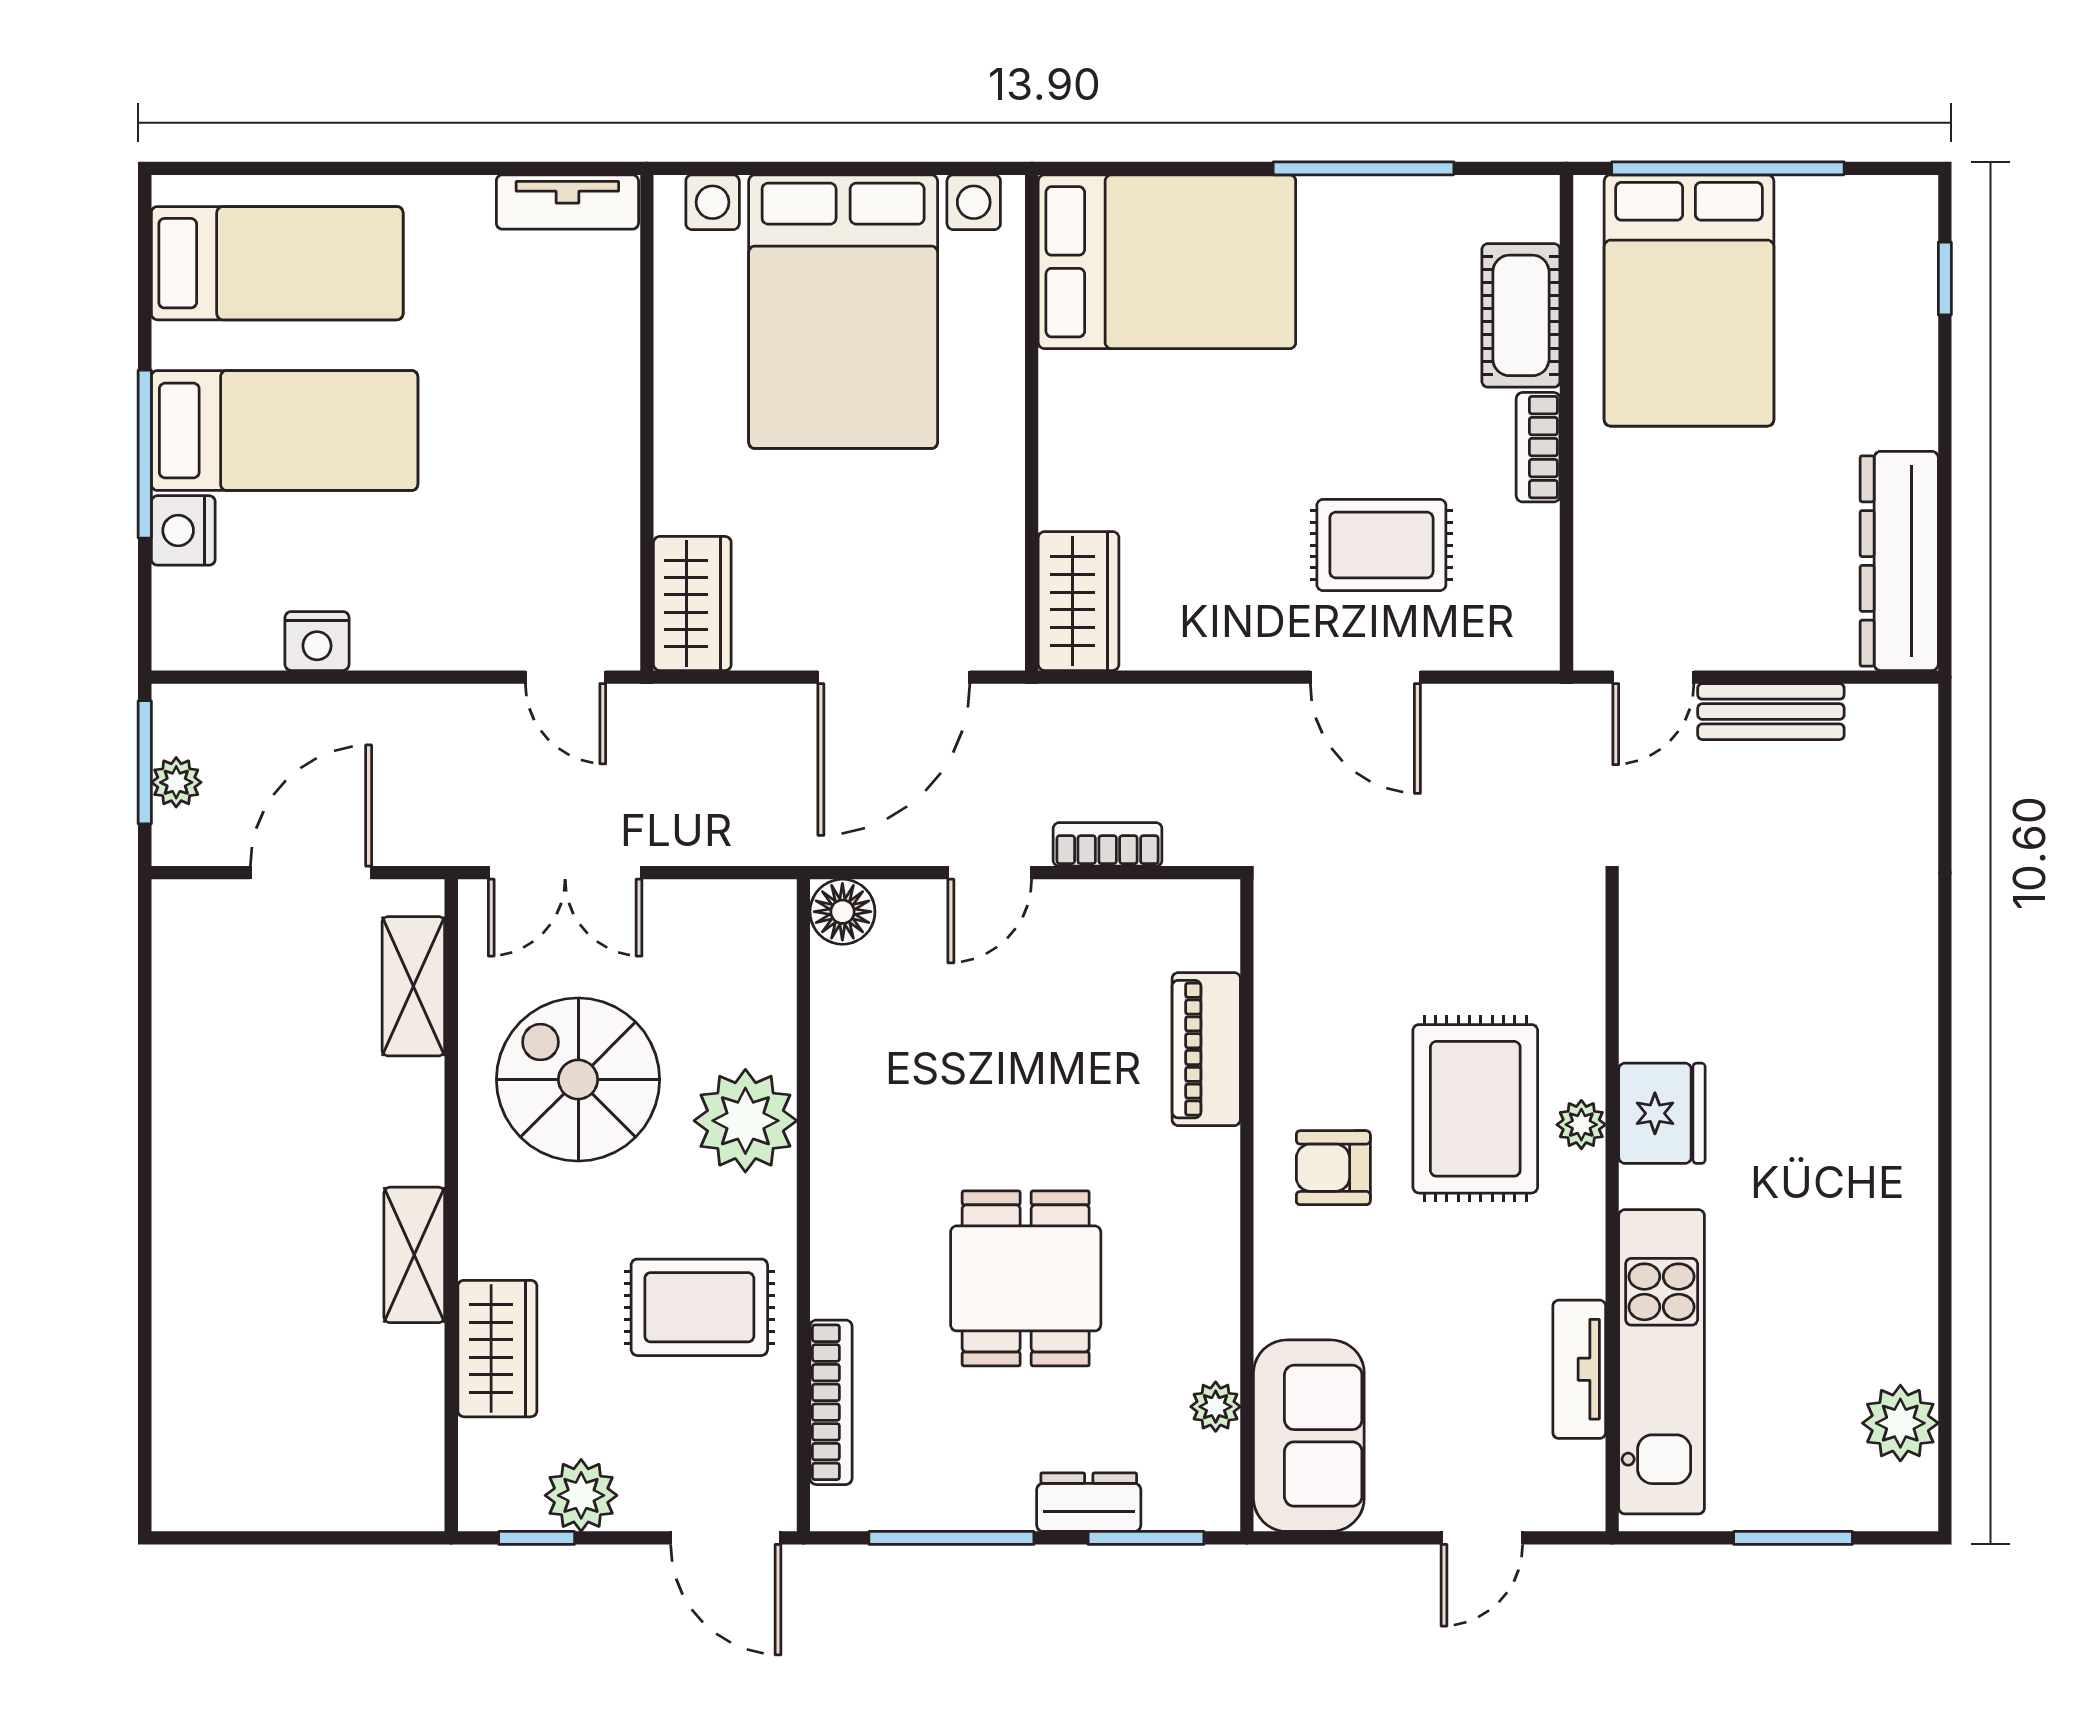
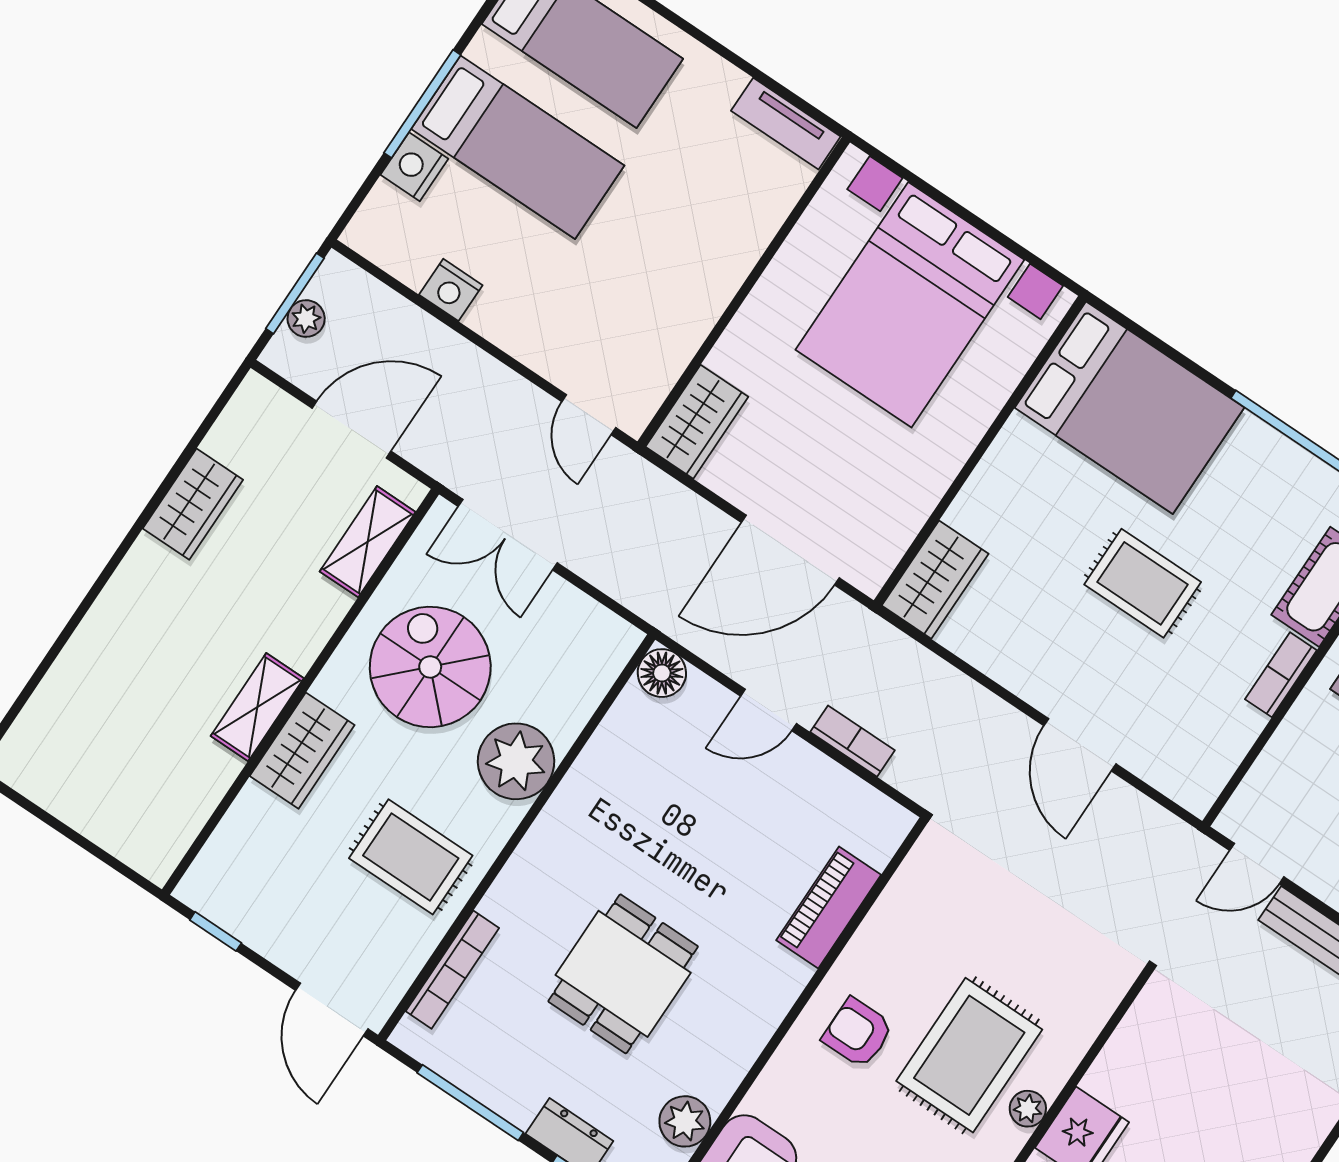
rug: (1381, 545) -> (1143, 583), moved
wardrobe: (189, 1076) -> (193, 504), added
wardrobe: (497, 1349) -> (302, 751), moved
plant: (1216, 1407) -> (685, 1121), width x1.38, depth x1.38
plant: (581, 1495) -> (260, 924), removed

